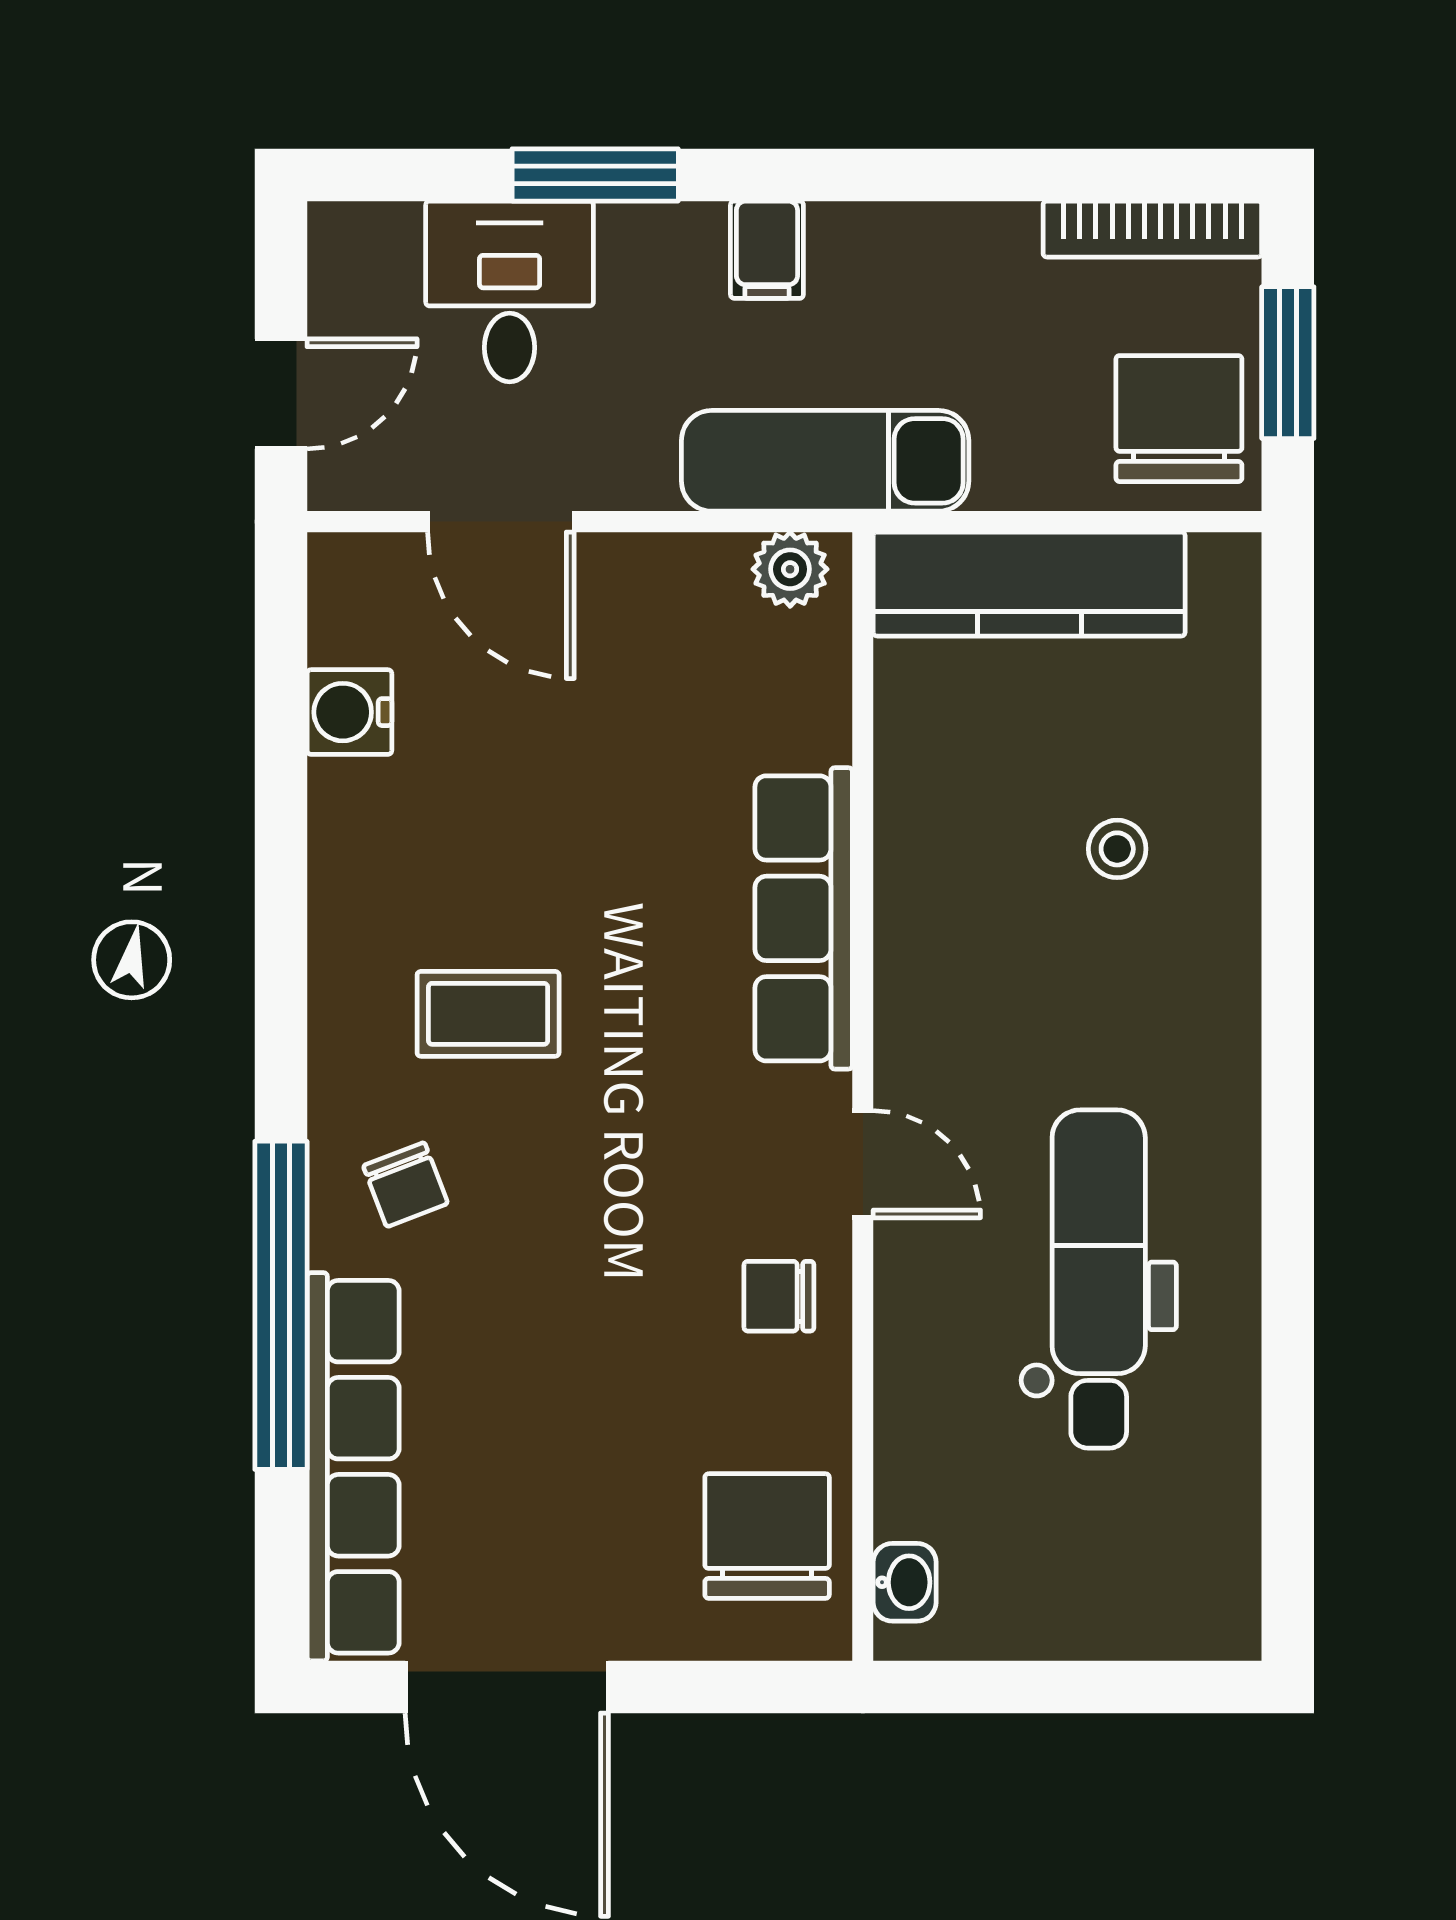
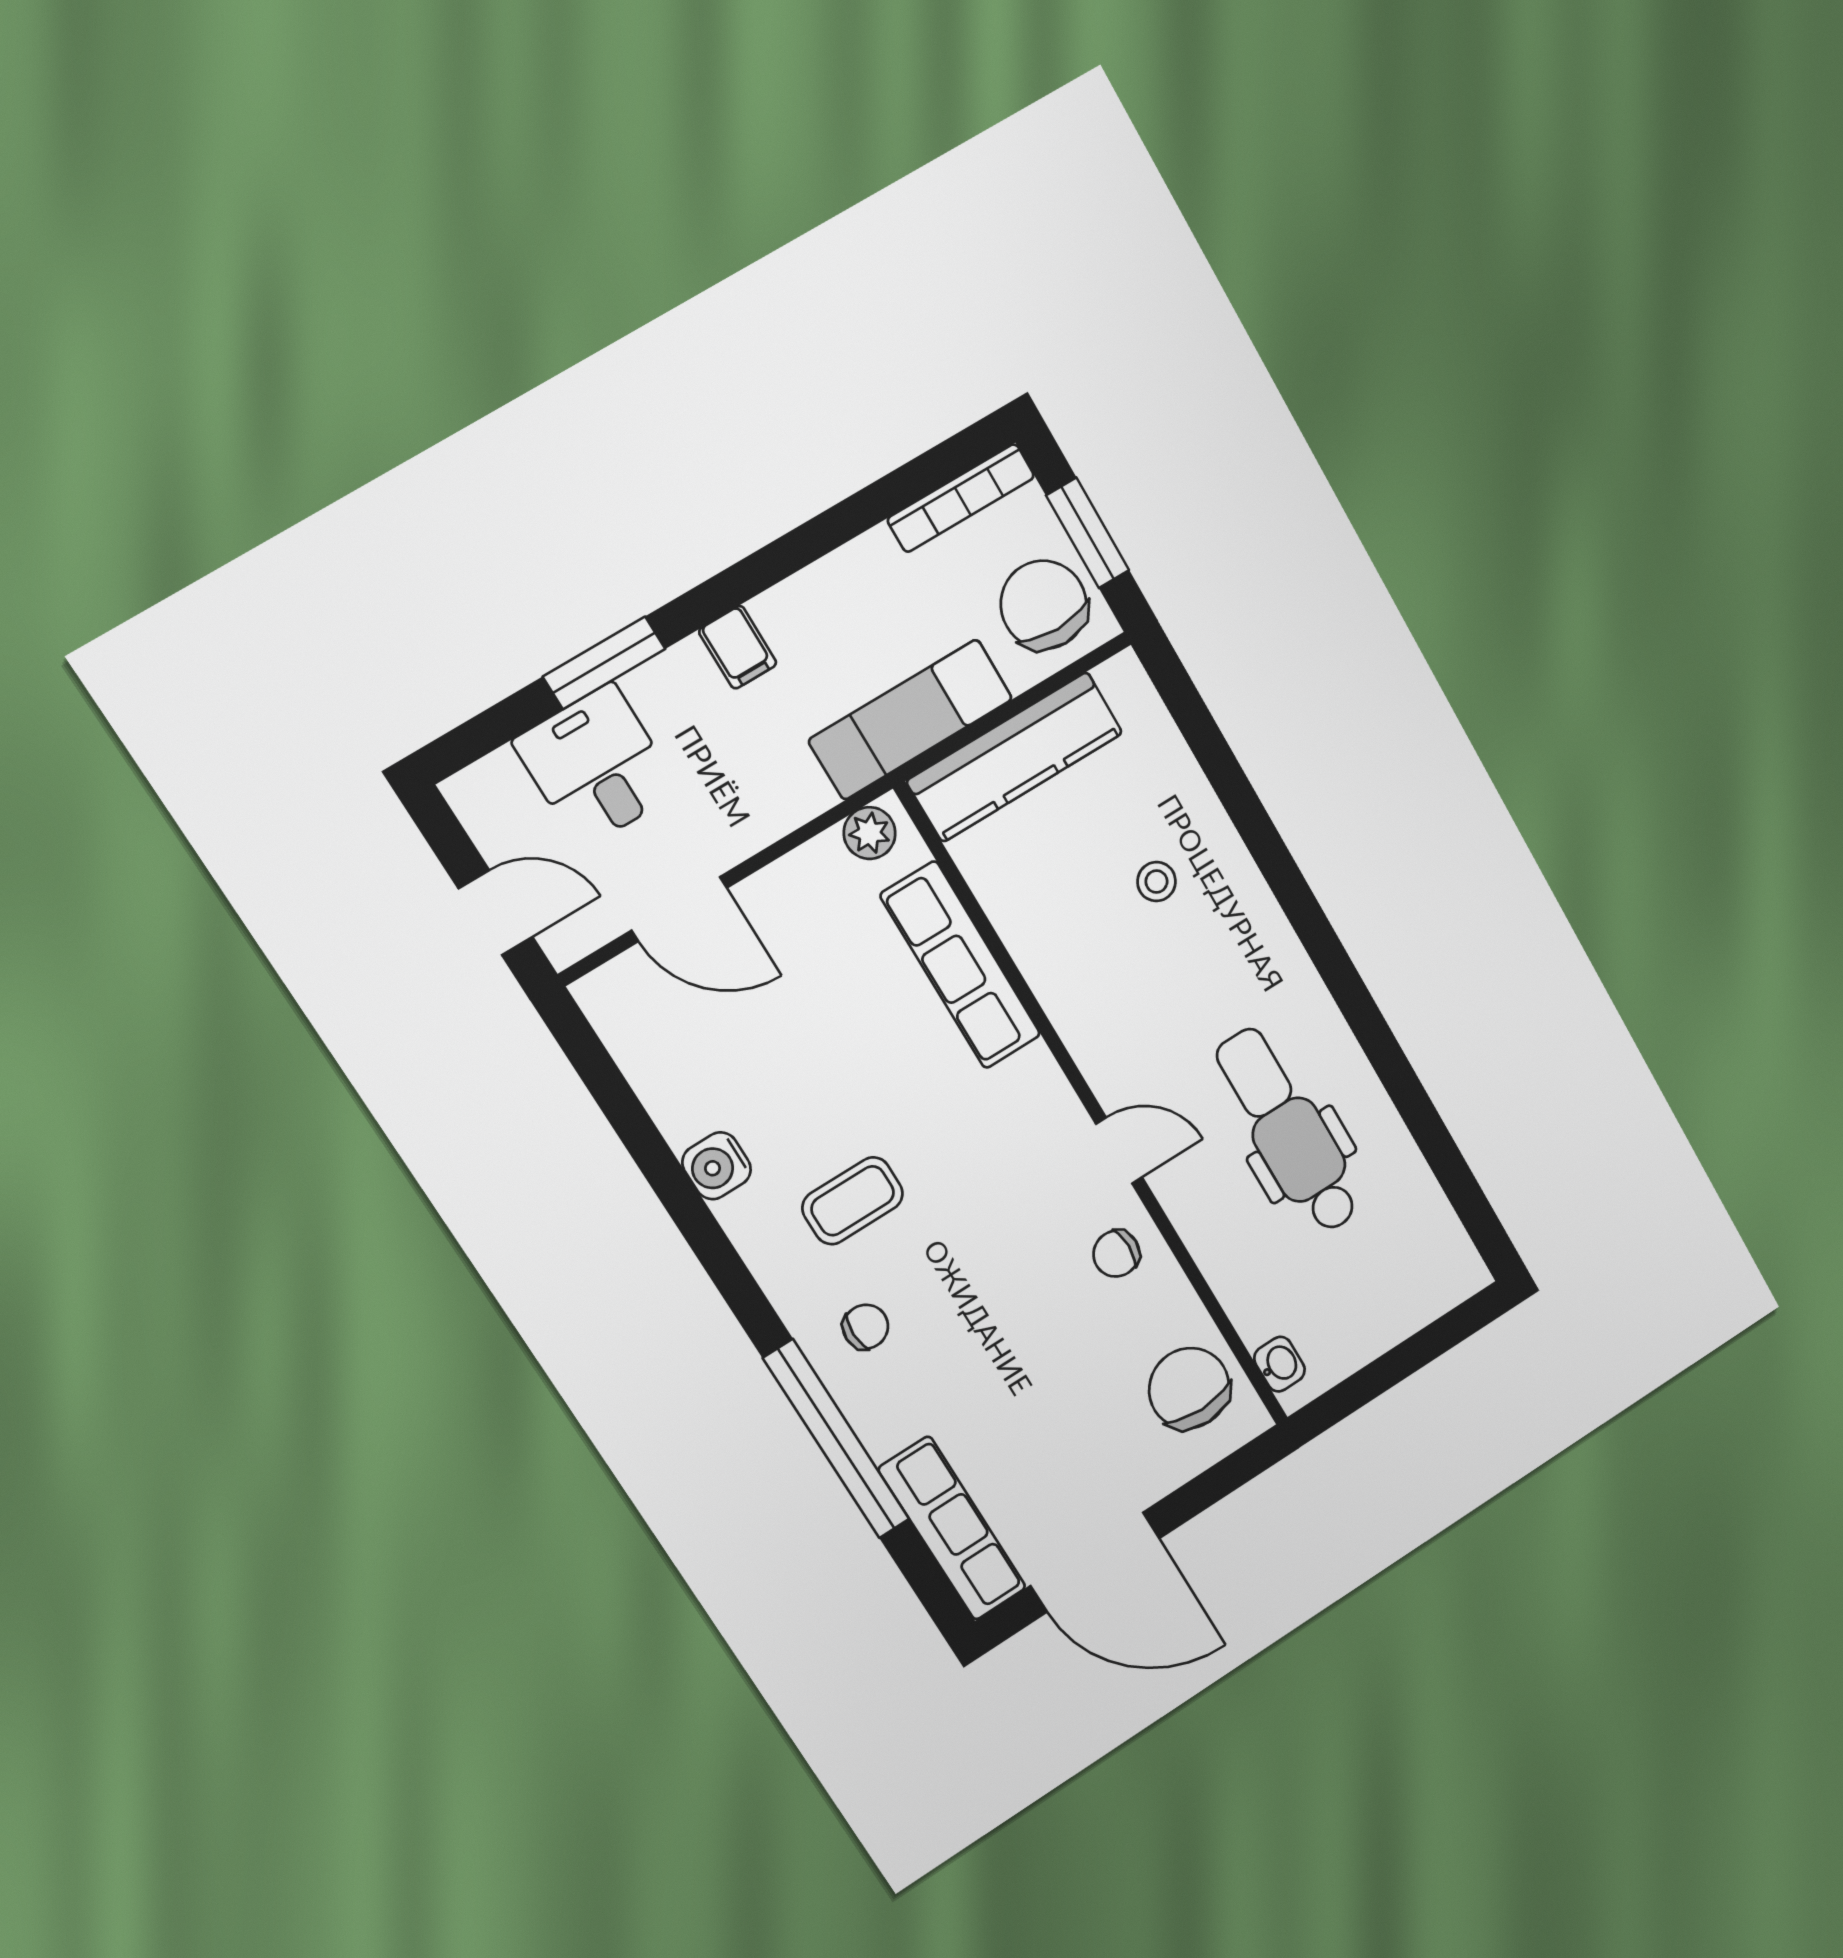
door: (281, 394) -> (496, 913), hinge flipped
exam couch: (825, 461) -> (911, 719), moved
water cooler: (349, 712) -> (717, 1166), moved
row of seats: (804, 918) -> (961, 965), moved
chair: (406, 1185) -> (866, 1327), turned -69
row of seats: (353, 1467) -> (952, 1528), width x0.73

